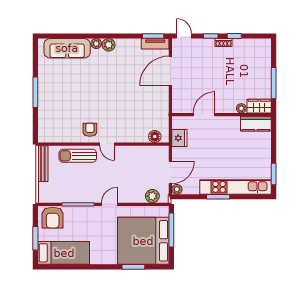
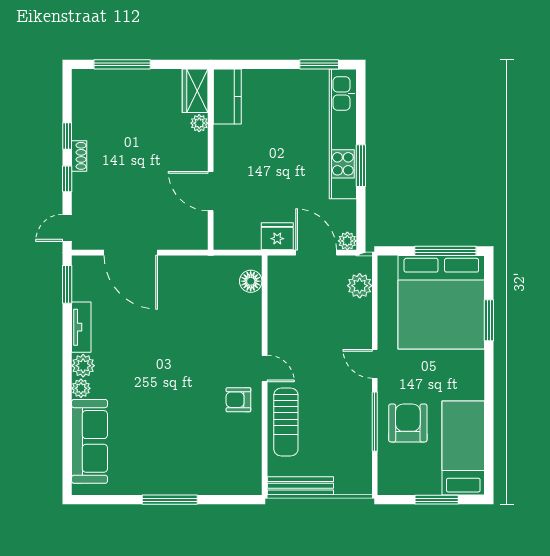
tv unit: (155, 44) -> (81, 327), moved
window: (274, 83) -> (122, 64), moved
fridge: (179, 138) -> (277, 236), moved
door: (107, 144) -> (265, 369), hinge flipped
armchair: (53, 218) -> (408, 423), moved, turned -90
window: (171, 230) -> (445, 251), moved

